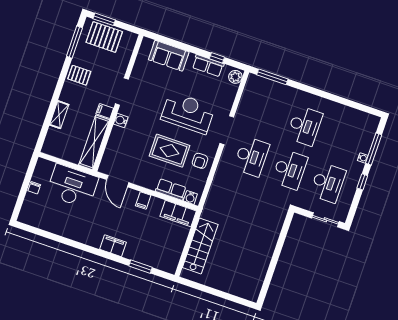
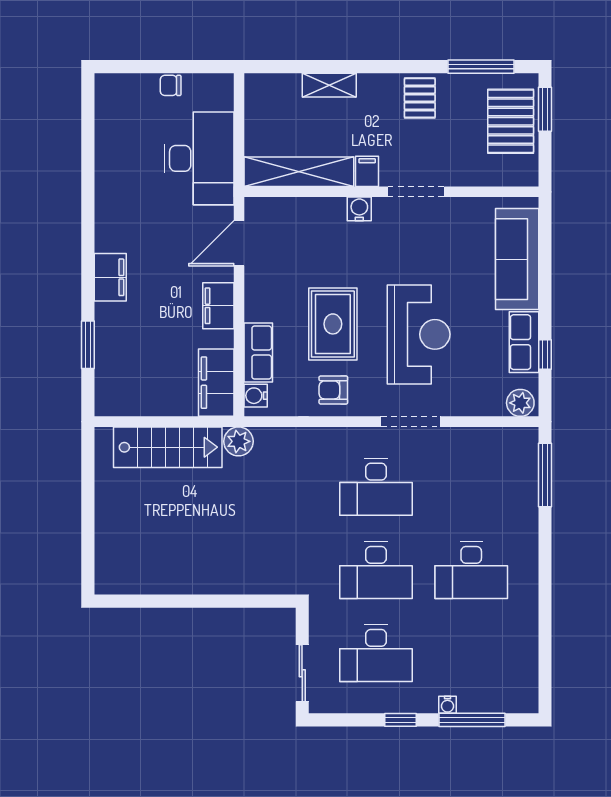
sofa: (169, 56) -> (517, 259), width x1.36
filing cabinet: (143, 200) -> (218, 306), width x2.00
plant: (209, 213) -> (238, 441), added

